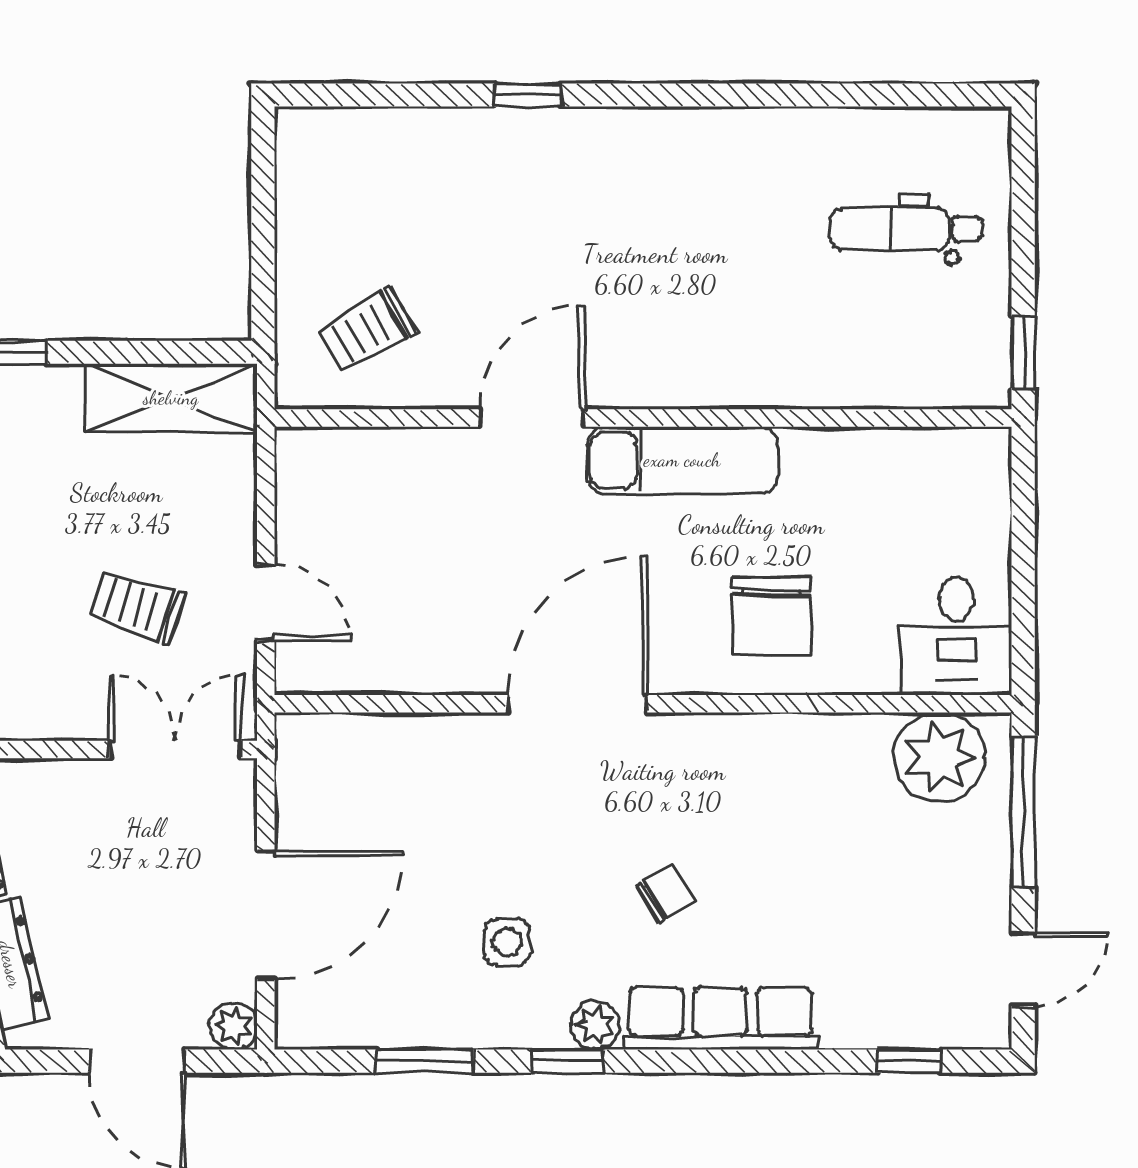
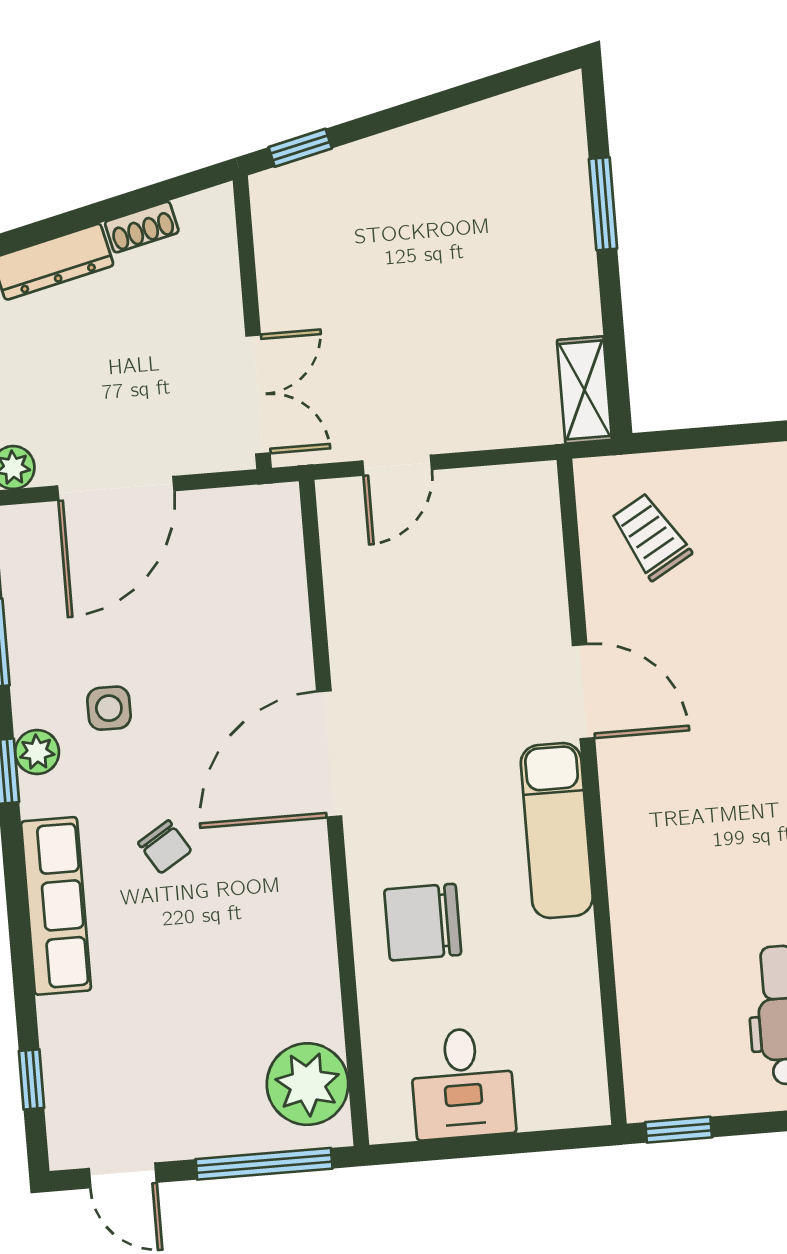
shelving: (171, 398) -> (584, 390), width x0.67, depth x0.75
trolley: (137, 607) -> (384, 349), removed
desk: (957, 636) -> (463, 1083), moved, turned -90
door: (577, 704) -> (329, 754), swing flipped
door: (266, 915) -> (116, 488), hinge flipped
plant: (595, 1025) -> (37, 752), moved

